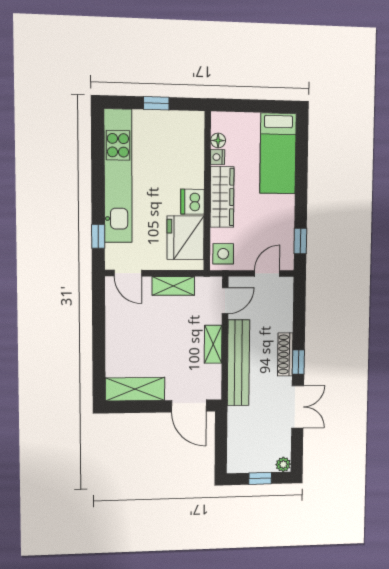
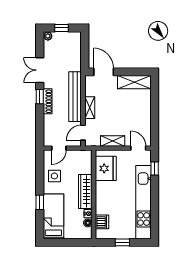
dishwasher: (193, 202) -> (102, 222), moved
window: (300, 241) -> (40, 202), moved
side table: (223, 254) -> (54, 176), moved

